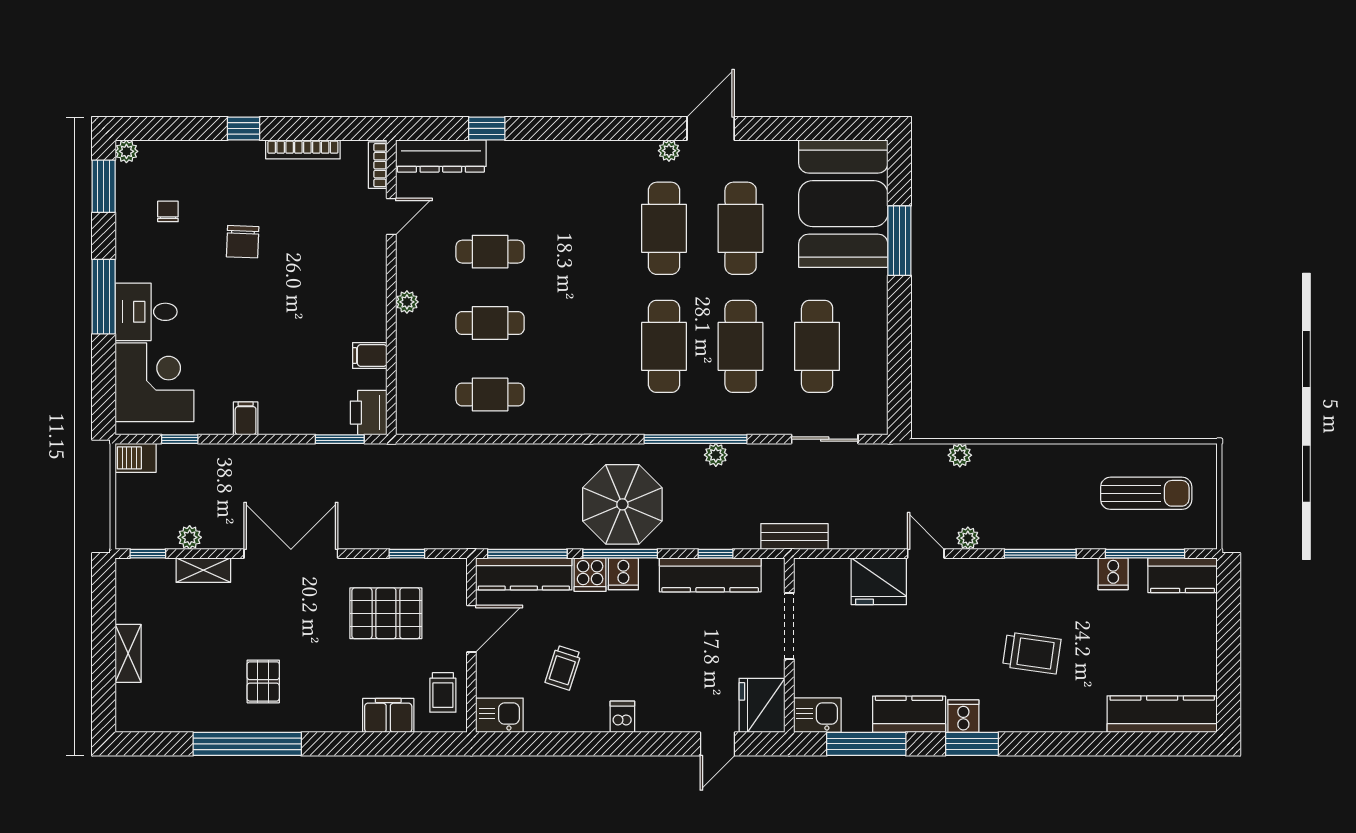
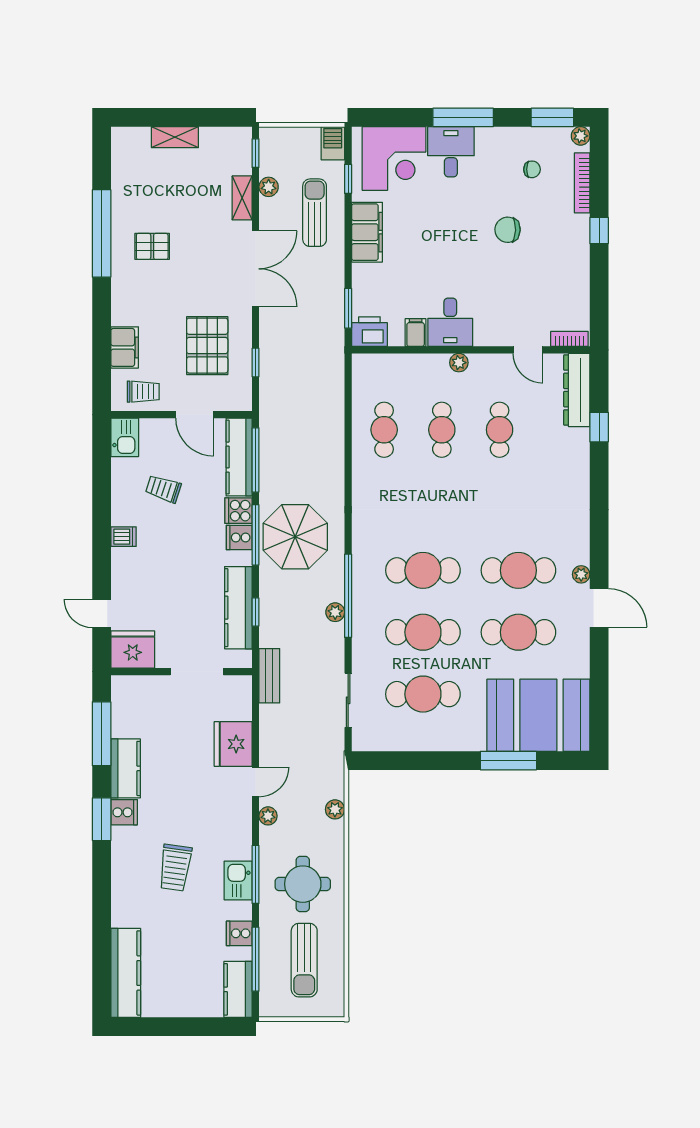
bookcase: (303, 149) -> (582, 183), moved
desk: (357, 313) -> (450, 322), added
filing cabinet: (246, 418) -> (367, 232), width x3.00, depth x1.17
sun lounger: (222, 480) -> (315, 213), added
round table: (1052, 495) -> (303, 884), added
trolley: (443, 692) -> (143, 392), turned 180
kitchen sink: (817, 715) -> (238, 880), moved, turned 180

